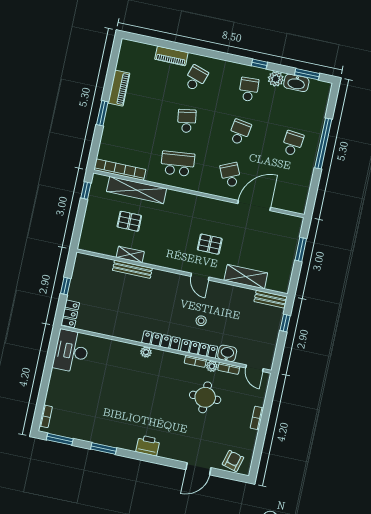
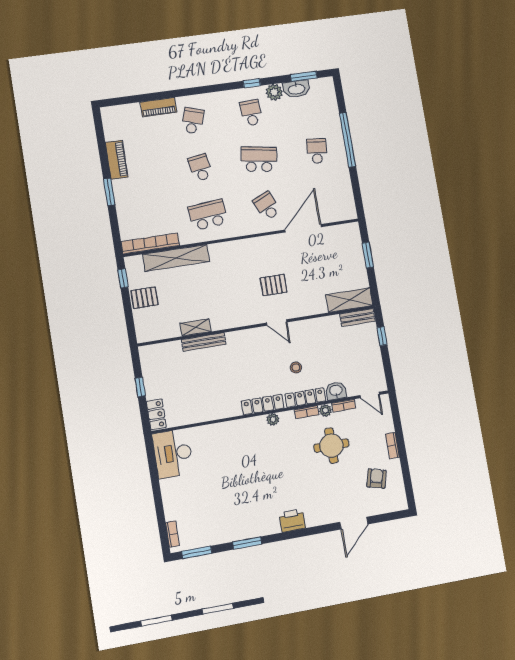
school desk: (240, 132) -> (259, 159), width x1.85
pallet: (129, 221) -> (145, 298), moved
shelving: (246, 277) -> (349, 300), moved
plant: (146, 352) -> (273, 419), moved
armchair: (233, 461) -> (376, 478), moved

